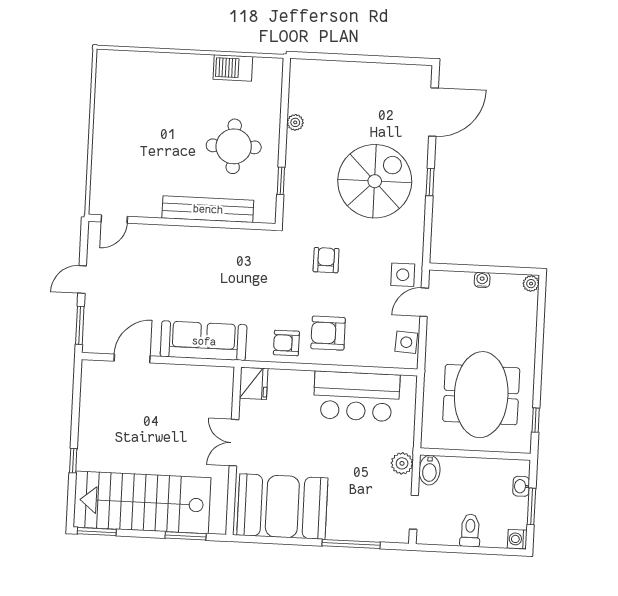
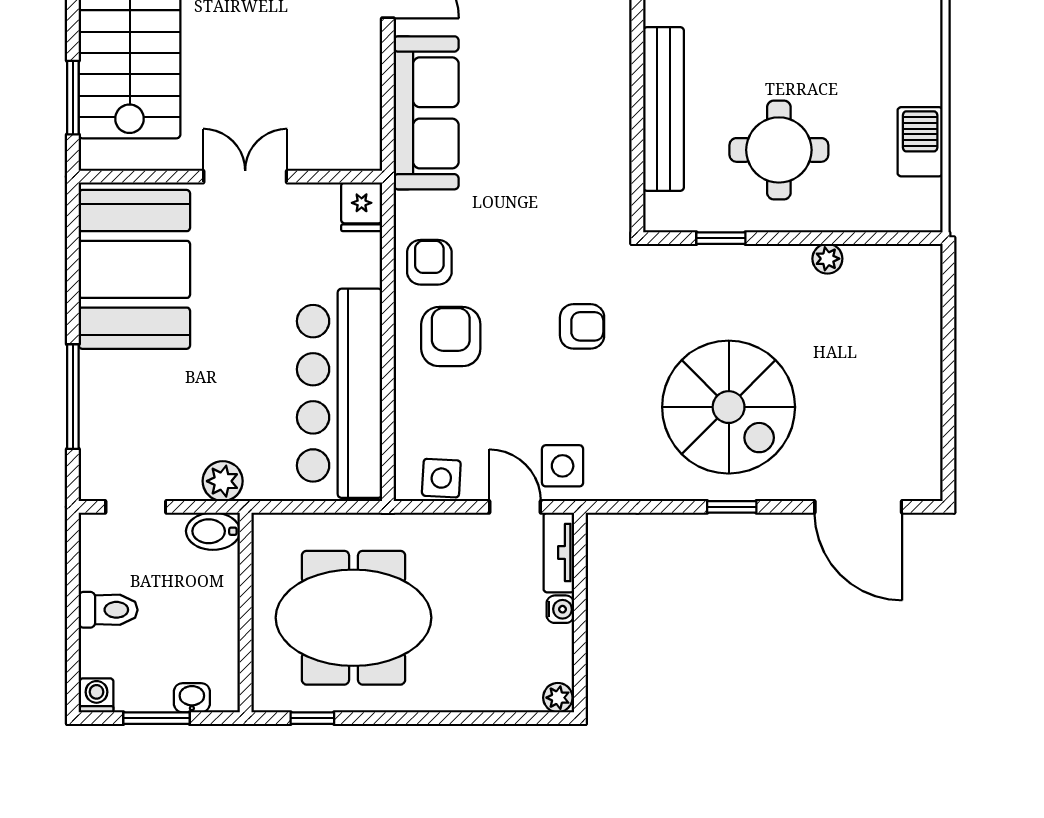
tv unit: (451, 279) -> (559, 553), added
fridge: (254, 383) -> (362, 207), width x0.72
bar counter: (357, 396) -> (339, 393), width x1.36

